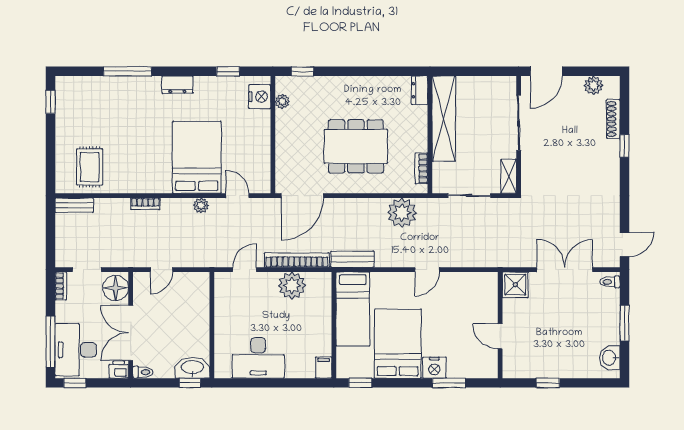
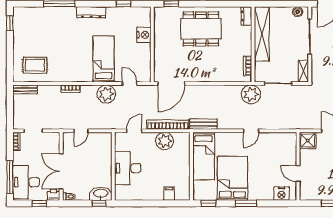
boiler: (500, 84) -> (298, 12), added
dresser: (177, 85) -> (91, 12), width x1.44
nightstand: (260, 97) -> (144, 35), moved
plant: (282, 102) -> (158, 23), removed
dining table: (356, 146) -> (201, 29), moved
bed: (197, 157) -> (104, 59), width x0.67
rug: (90, 167) -> (35, 65), turned 90
plant: (201, 206) -> (106, 94), width x1.87, depth x1.87
plant: (402, 213) -> (251, 94), moved
floor lamp: (116, 288) -> (52, 143), removed
desk: (258, 358) -> (128, 168), moved, turned 90
filing cabinet: (324, 368) -> (169, 194), moved
nightstand: (434, 368) -> (282, 194), moved
window: (75, 383) -> (39, 203), moved
window: (449, 383) -> (246, 203), moved

